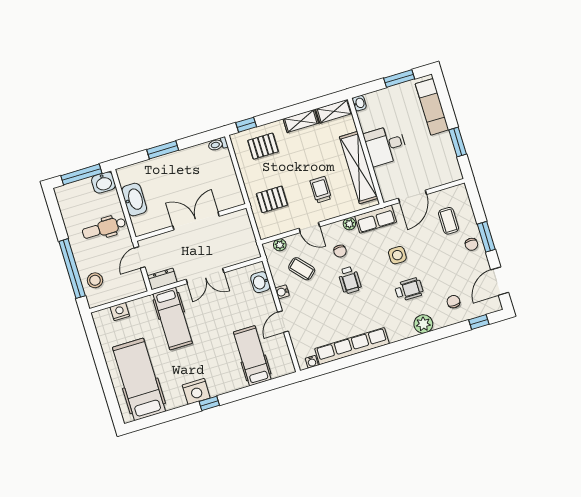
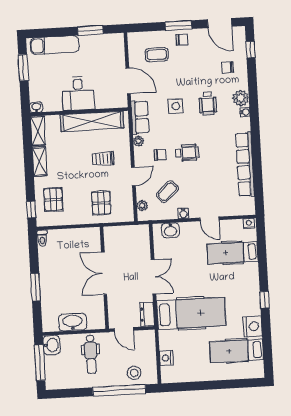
wheelchair: (409, 289) -> (208, 103), turned 180
hospital bed: (173, 319) -> (191, 313), width x1.37, depth x1.29
water cooler: (312, 362) -> (245, 112), moved
nightstand: (288, 366) -> (249, 224), added
hospital bed: (139, 379) -> (237, 351), width x0.73, depth x0.78
nightstand: (196, 391) -> (253, 326), moved

